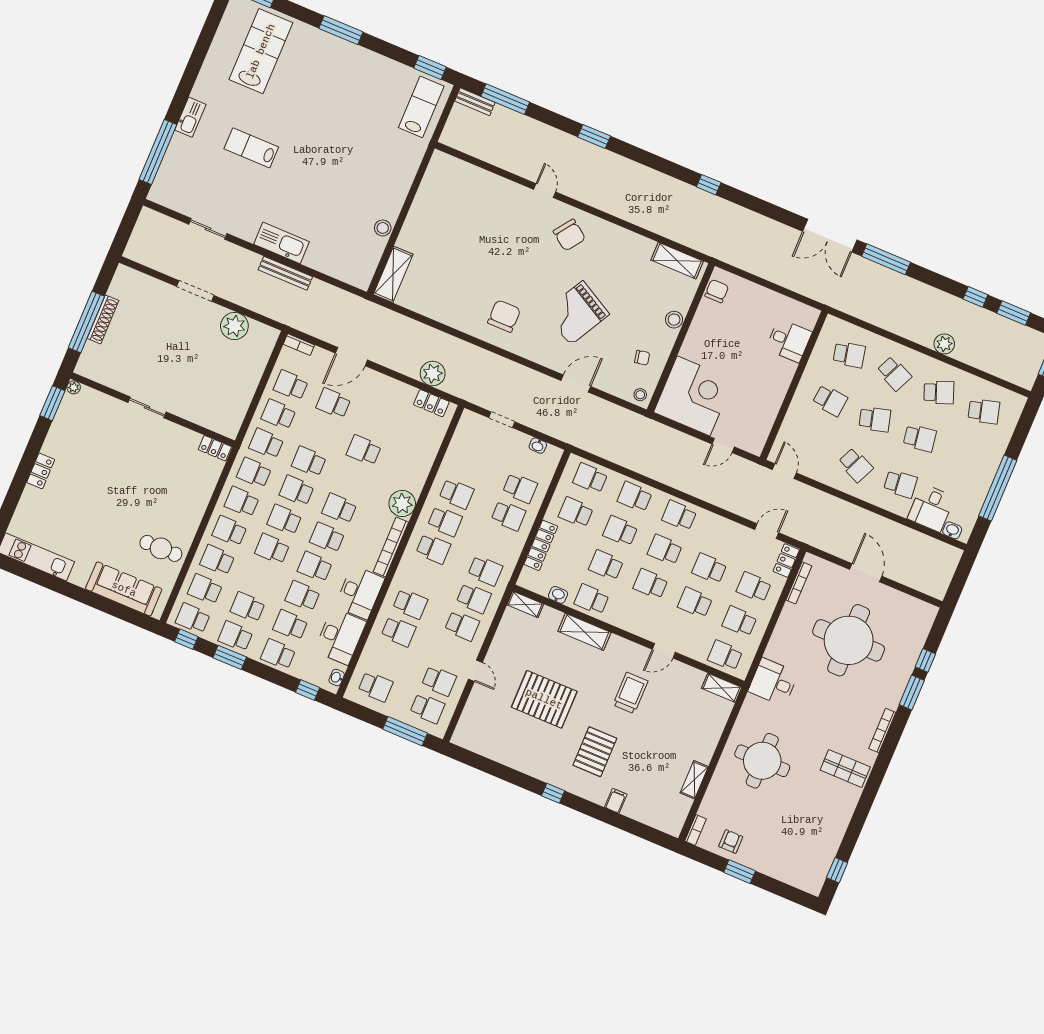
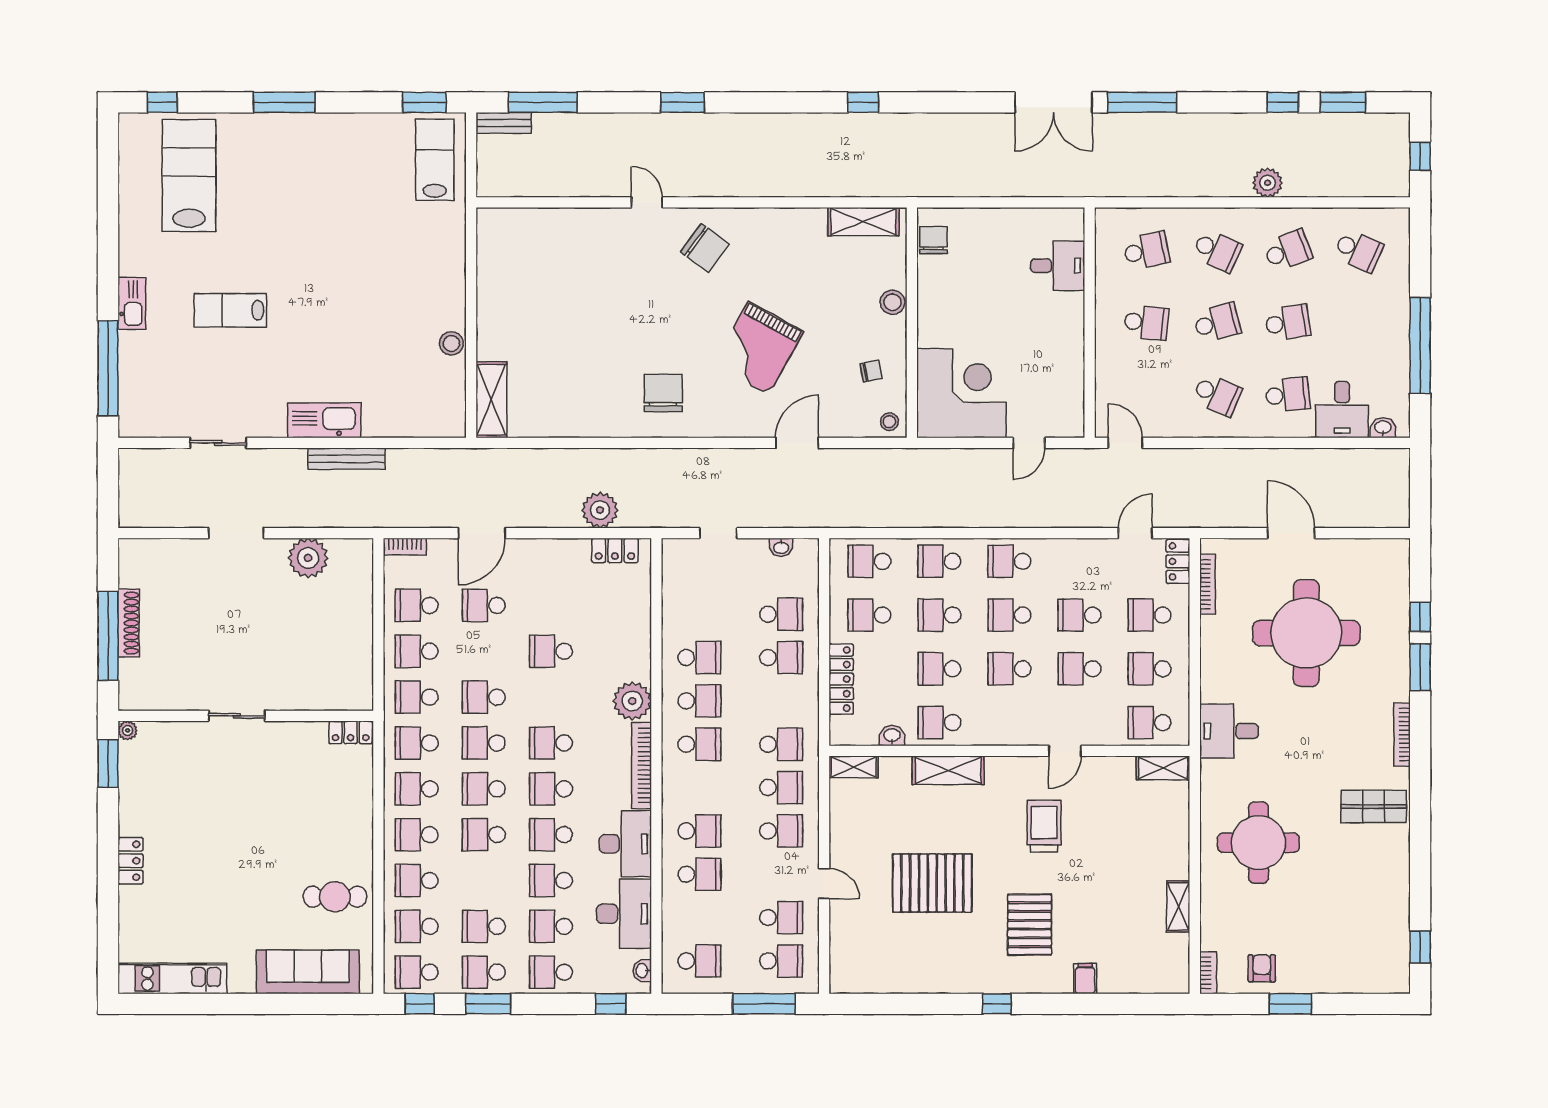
school desk: (984, 411) -> (1358, 251), turned 39

